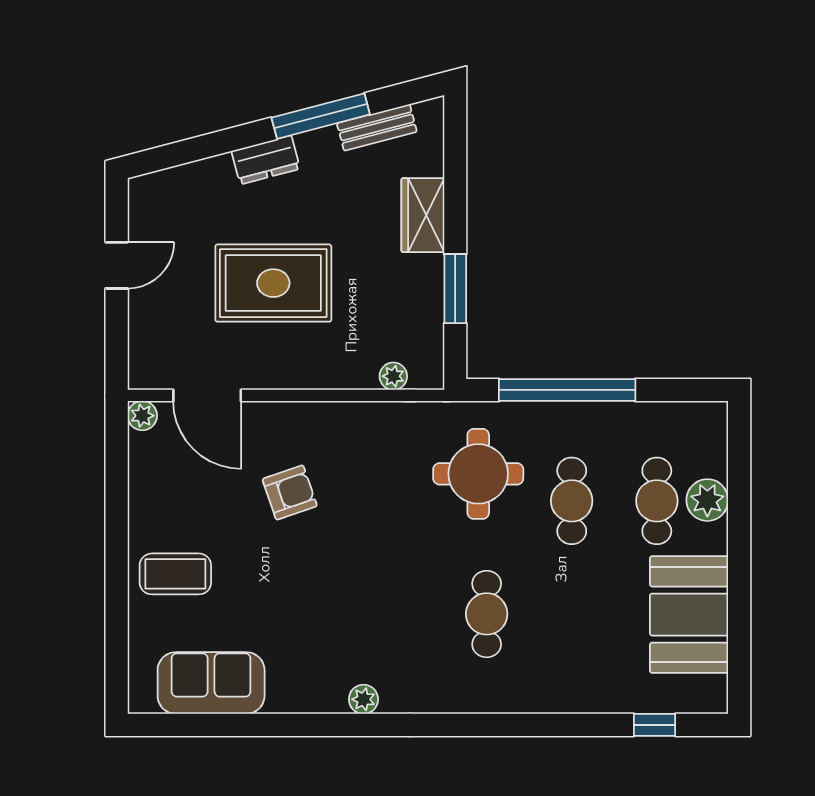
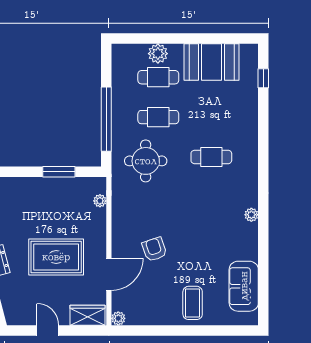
wardrobe: (423, 215) -> (88, 315), moved, turned 180
rug: (273, 283) -> (56, 257), turned 90
door: (207, 395) -> (109, 274), moved

